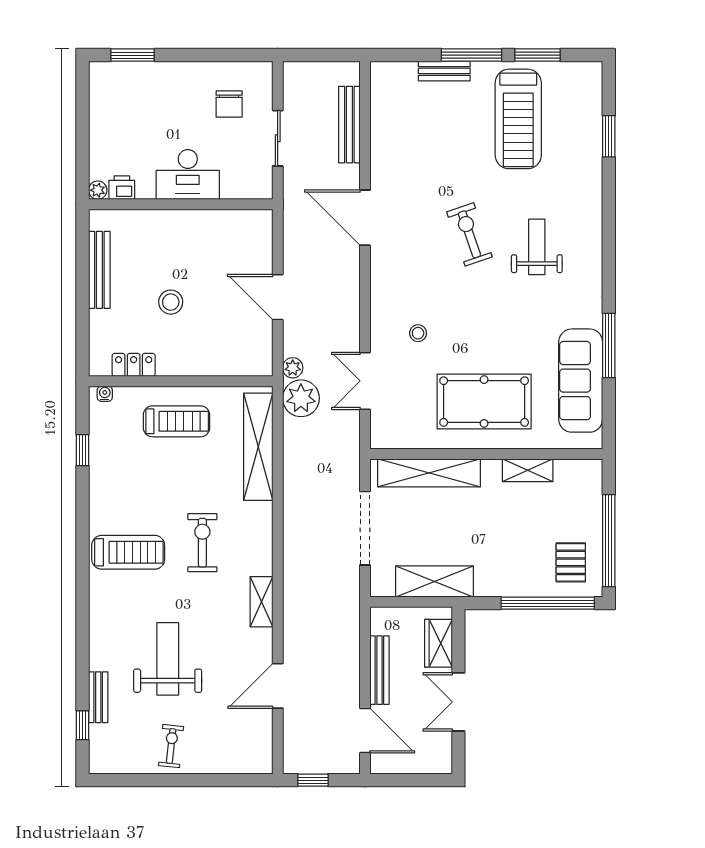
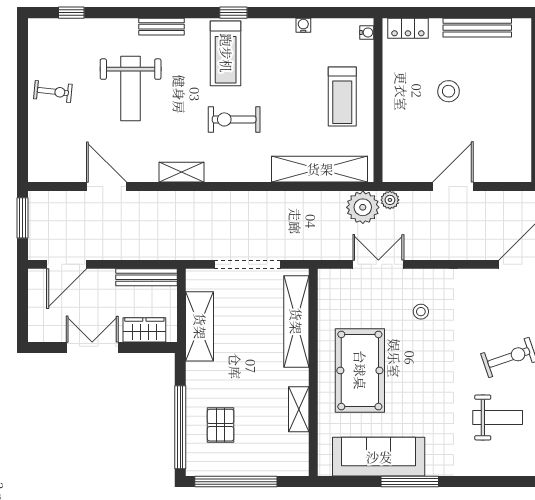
locker: (134, 365) -> (408, 28), moved, turned 90
window: (82, 450) -> (233, 13), moved
water cooler: (97, 465) -> (303, 25), added
exercise bike: (202, 543) -> (234, 119), turned 180
pallet: (571, 562) -> (221, 425), moved, turned 90
weight bench: (168, 659) -> (131, 89), turned 90
bench: (379, 670) -> (146, 277), moved
bench: (98, 697) -> (161, 27), moved
window: (313, 780) -> (23, 218), width x1.50

